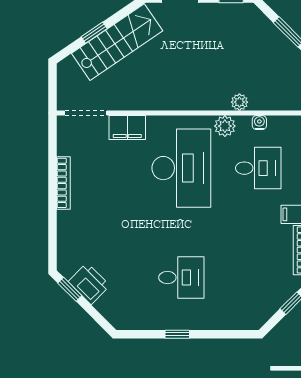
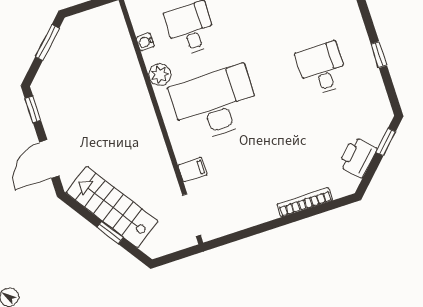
plant: (239, 102) -> (132, 68), removed
filing cabinet: (127, 128) -> (192, 170), width x0.50
bookcase: (63, 183) -> (305, 202), moved
window: (70, 289) -> (386, 142), moved

